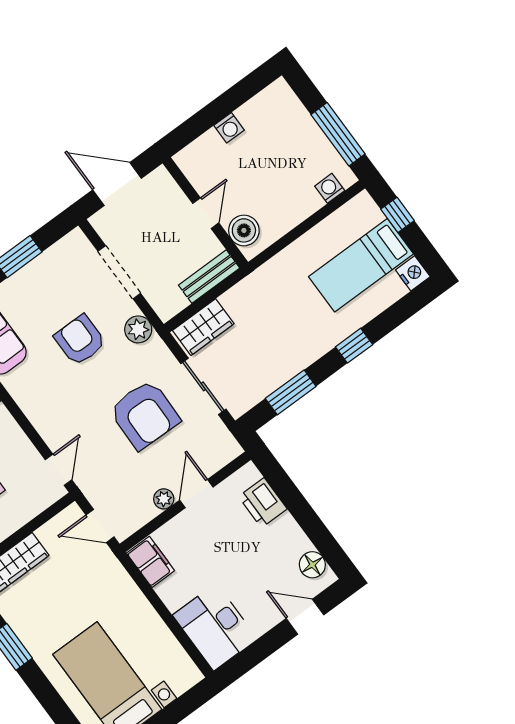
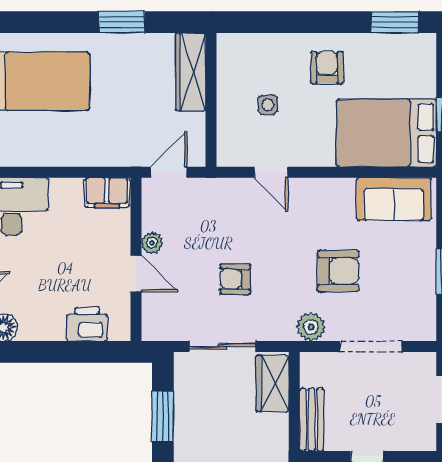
armchair: (144, 415) -> (235, 279), width x0.53, depth x0.53
door: (59, 470) -> (271, 172), moved

